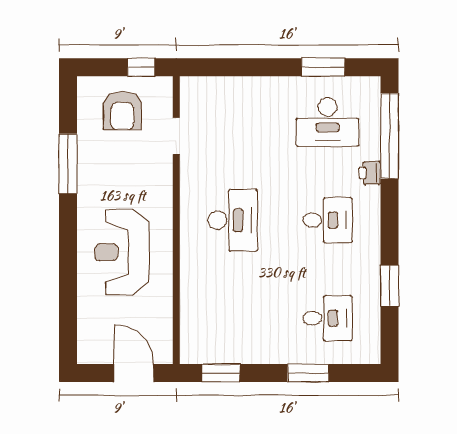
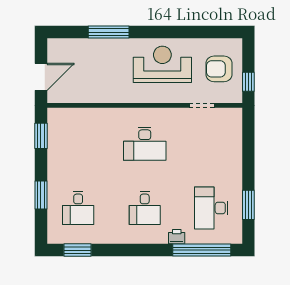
window: (68, 164) -> (109, 32), moved
reception desk: (122, 252) -> (162, 64), moved
window: (389, 286) -> (77, 250), moved

